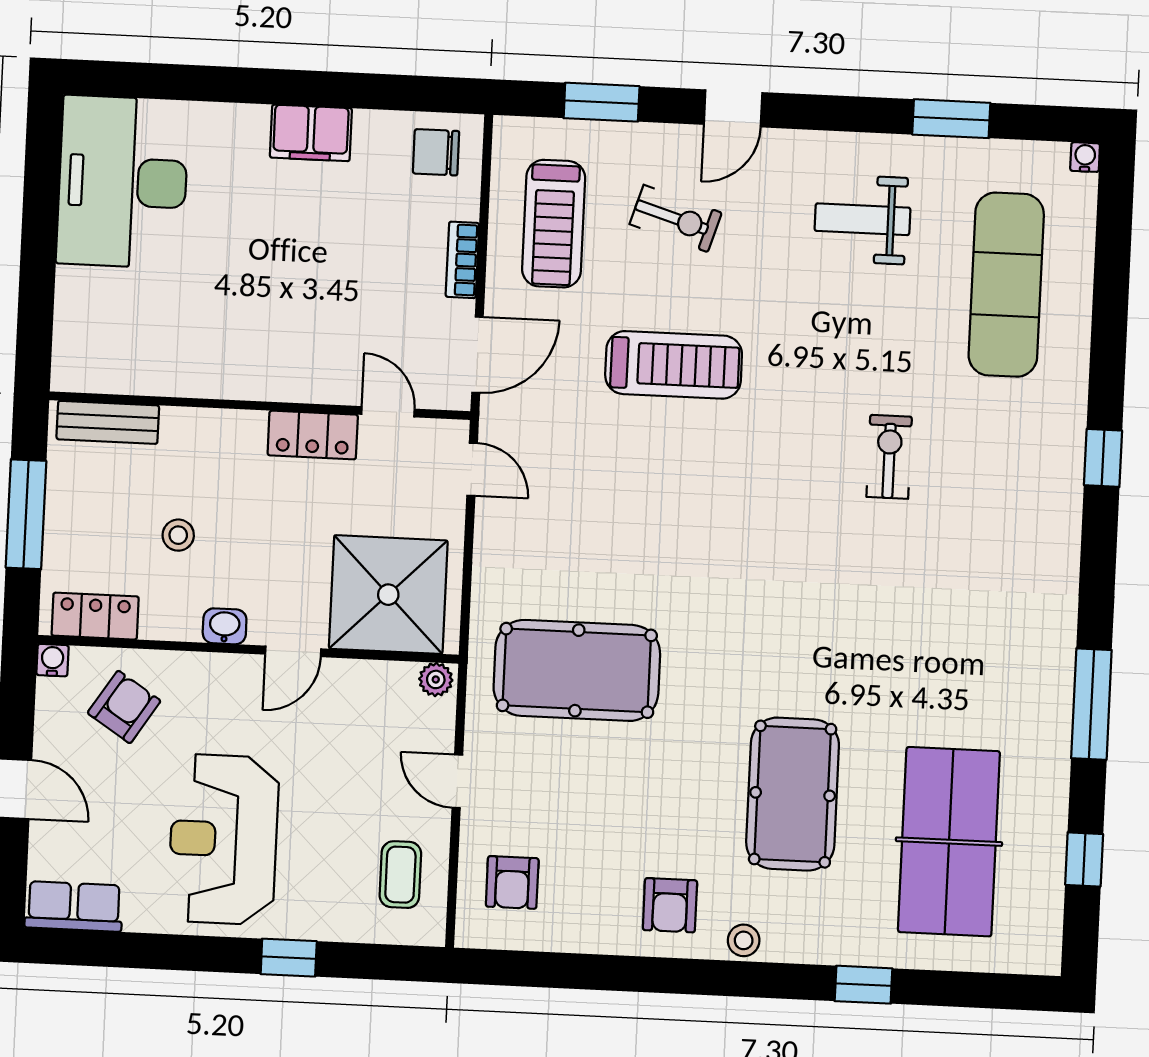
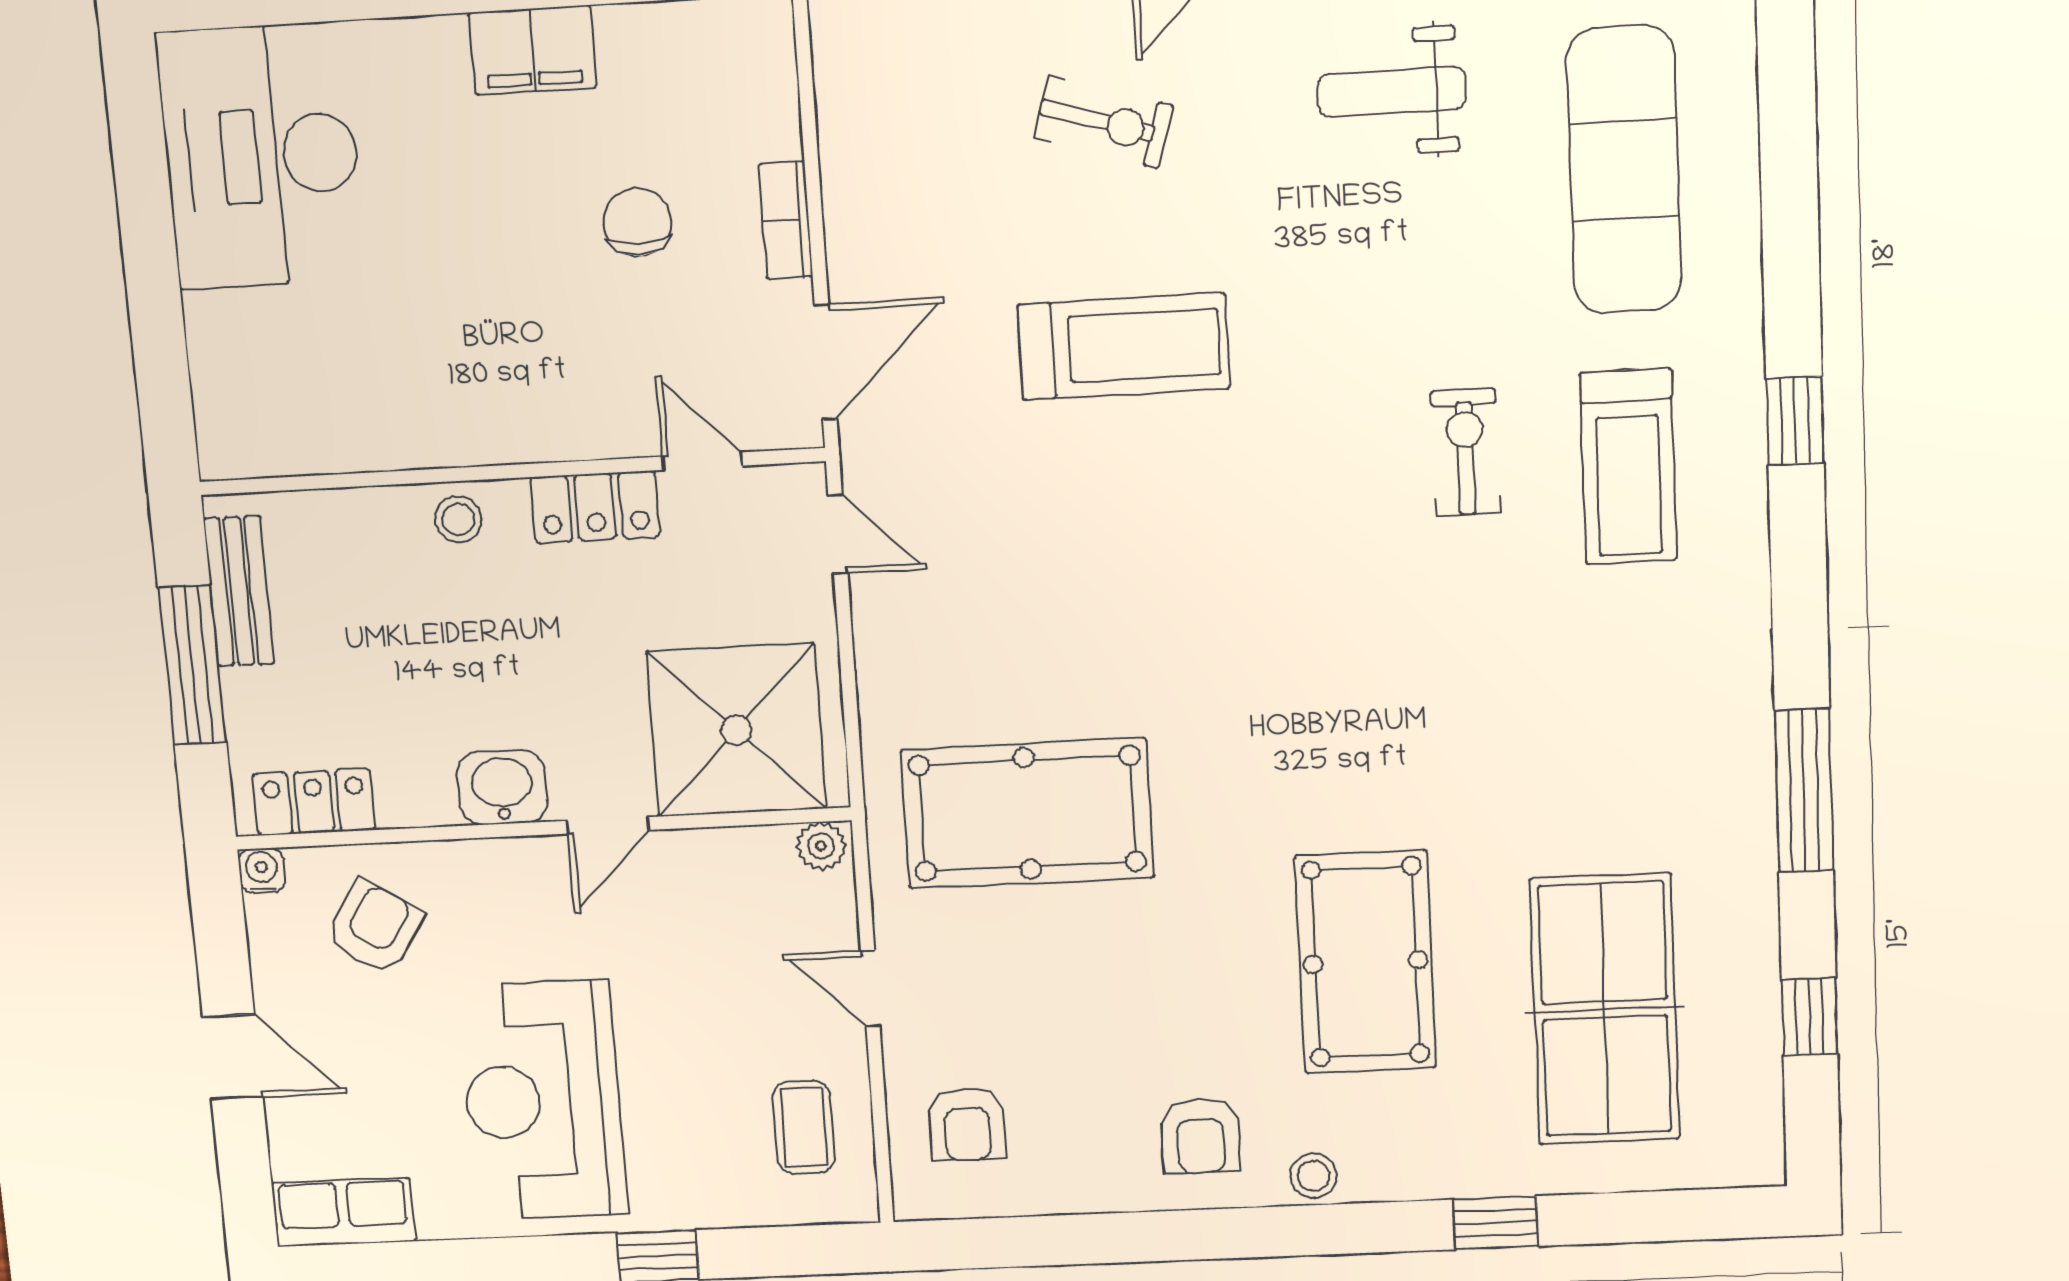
chair: (436, 152) -> (637, 222), moved, turned 90
treadmill: (554, 224) -> (1628, 467), moved
bench: (108, 422) -> (239, 591), moved, turned 90
stool: (178, 535) -> (458, 519), moved
washbasin: (225, 626) -> (502, 788), width x1.38, depth x1.45

